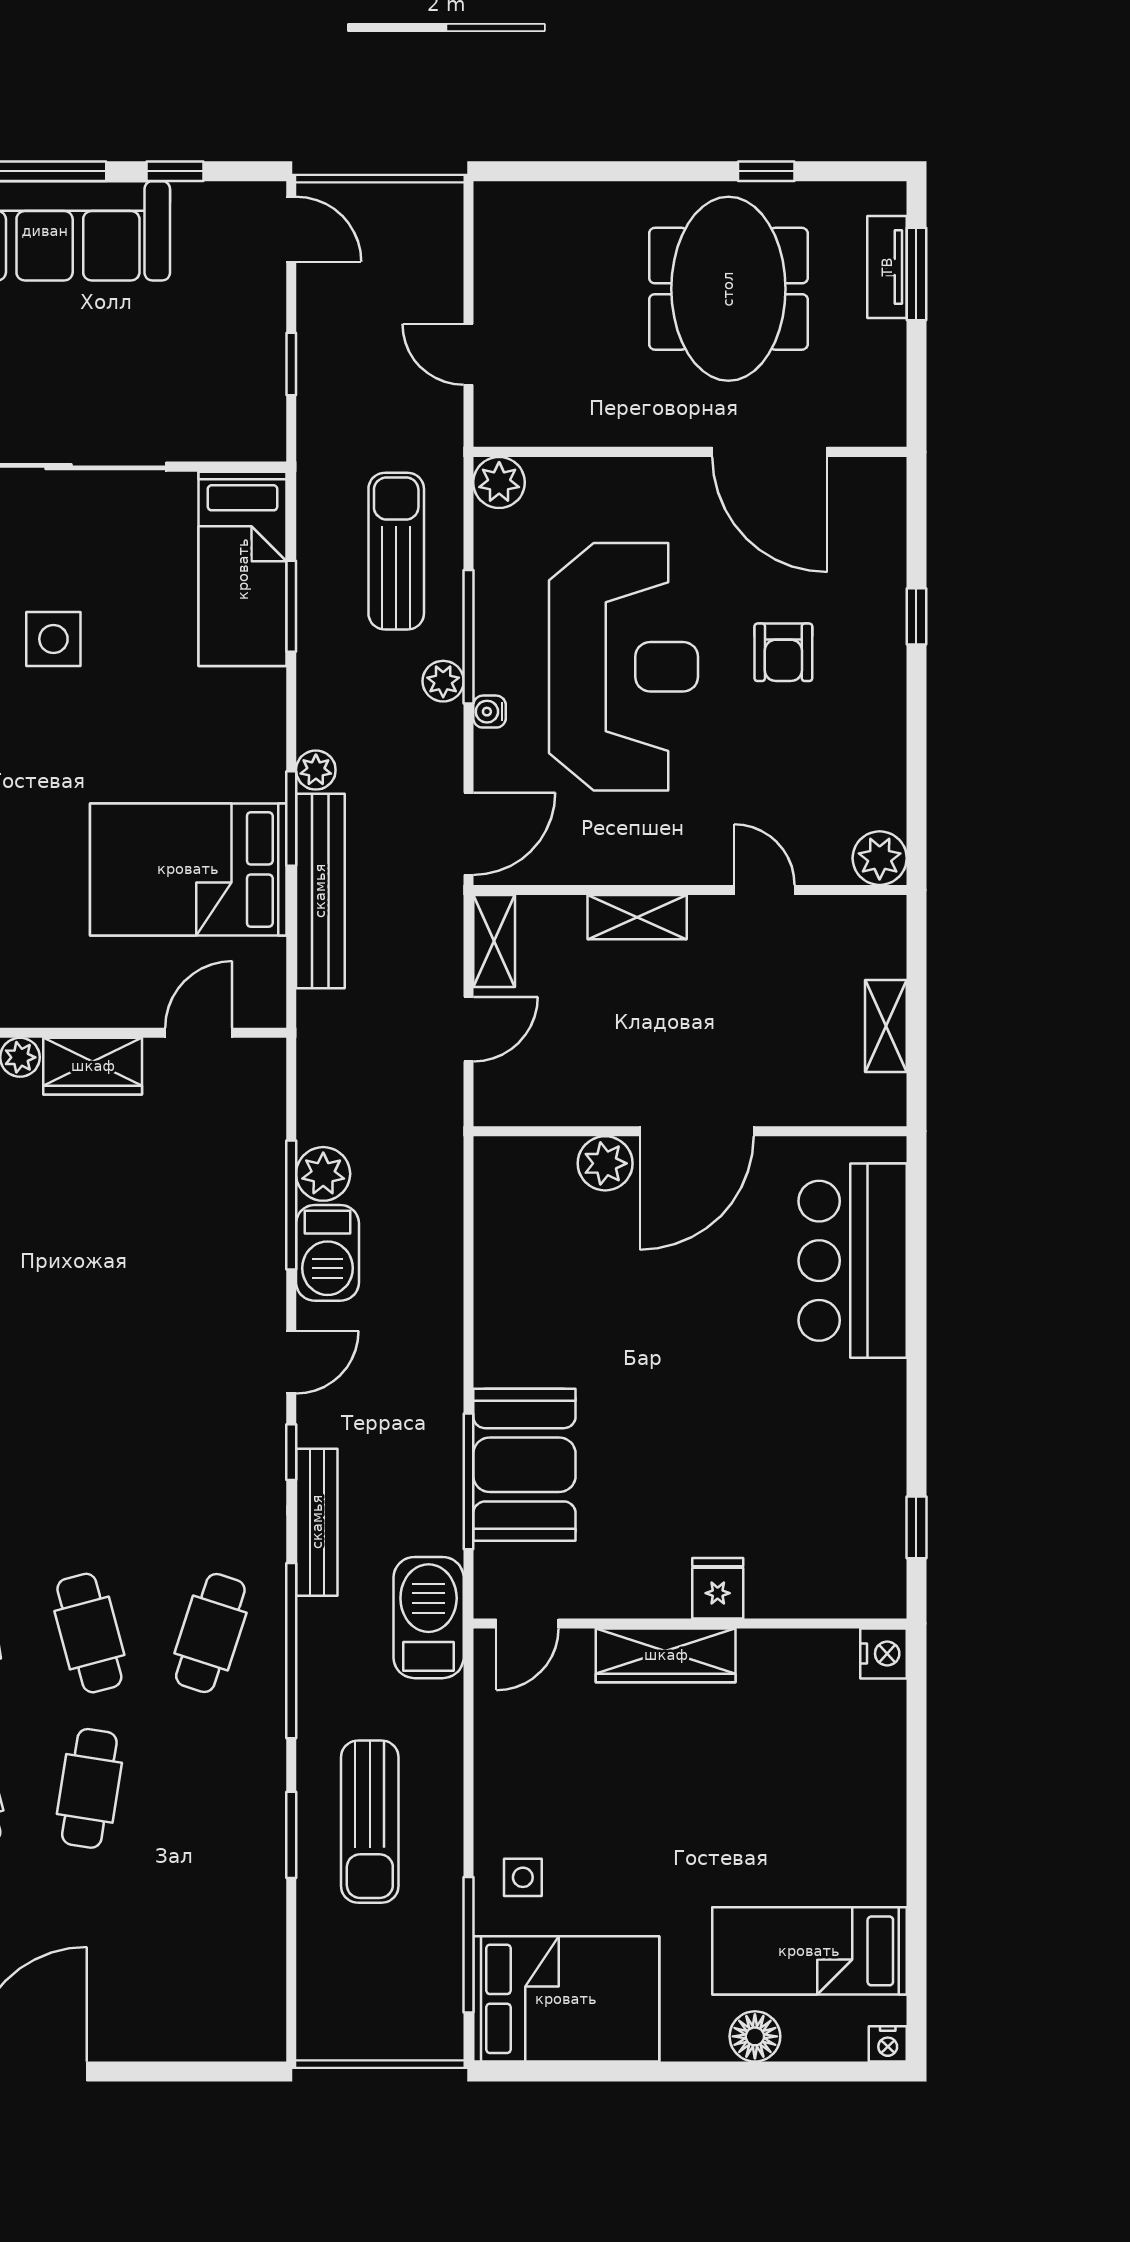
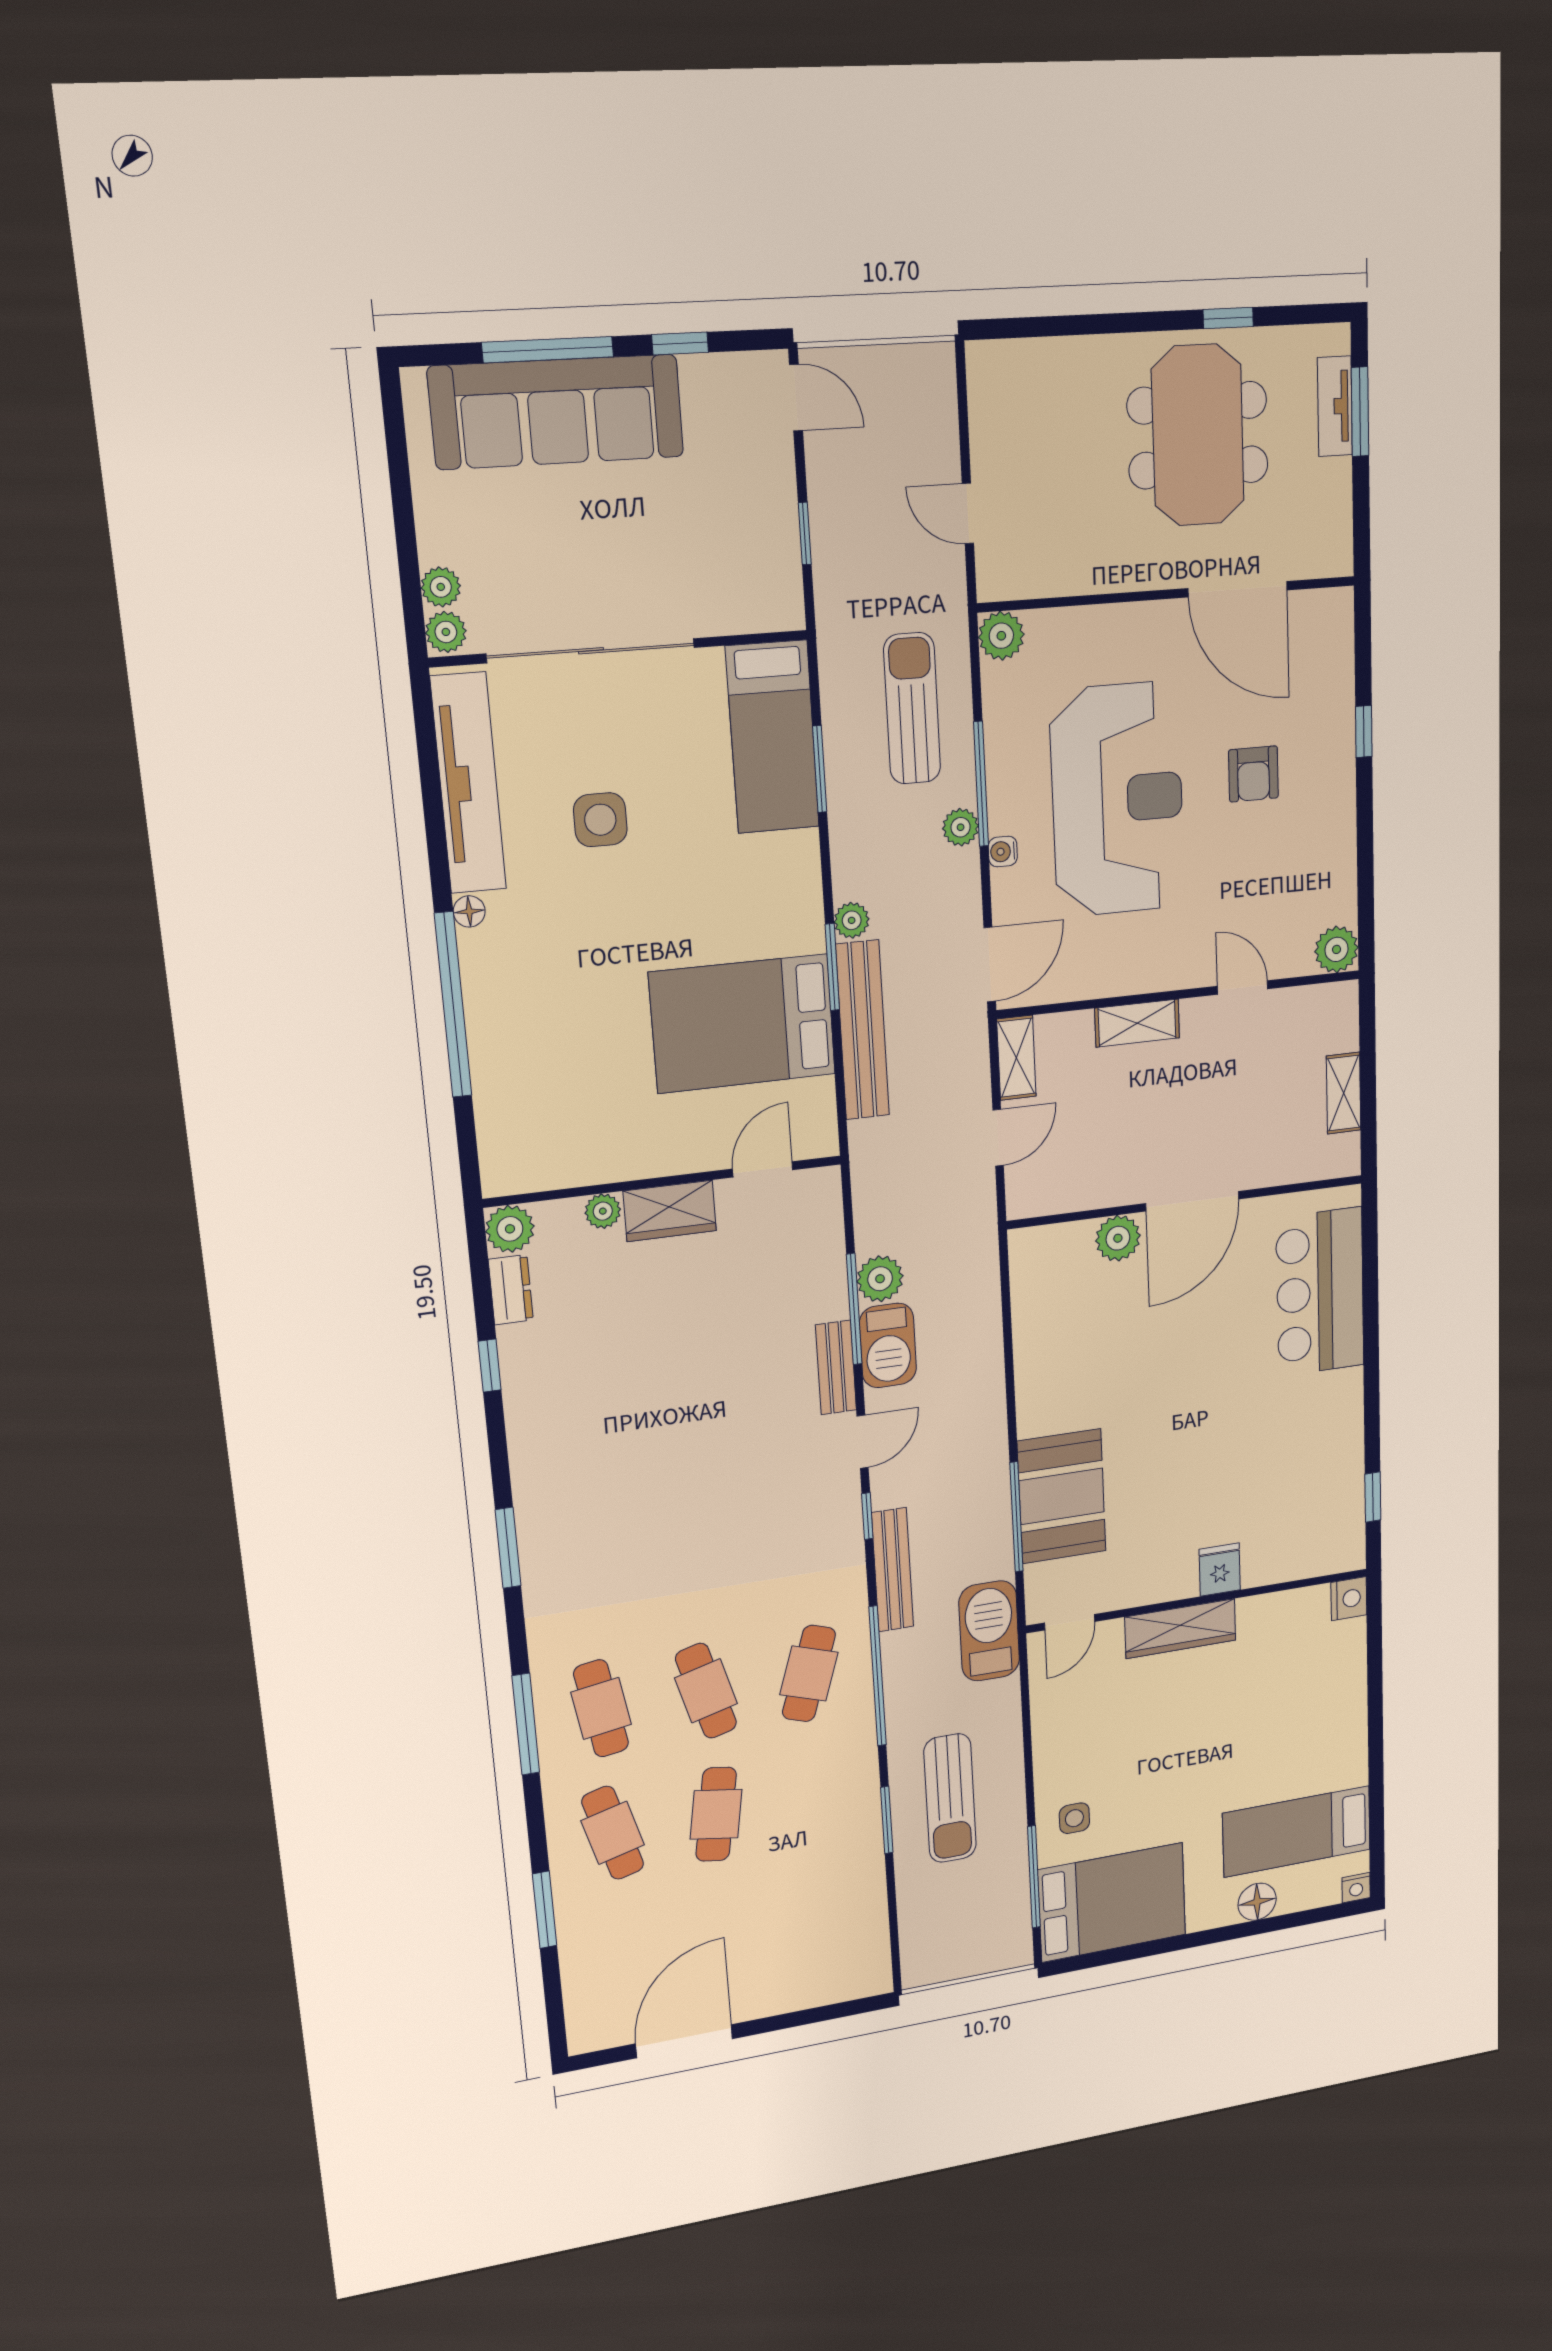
bench: (266, 1270) -> (836, 1367), added

